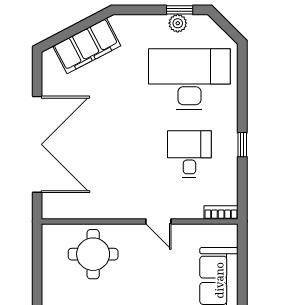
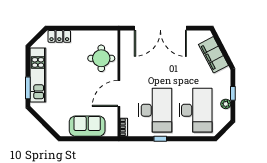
window: (180, 10) -> (233, 93), moved
desk: (189, 154) -> (155, 110), width x1.87, depth x1.30
door: (158, 221) -> (119, 94), width x1.87

